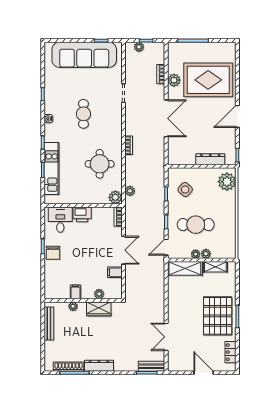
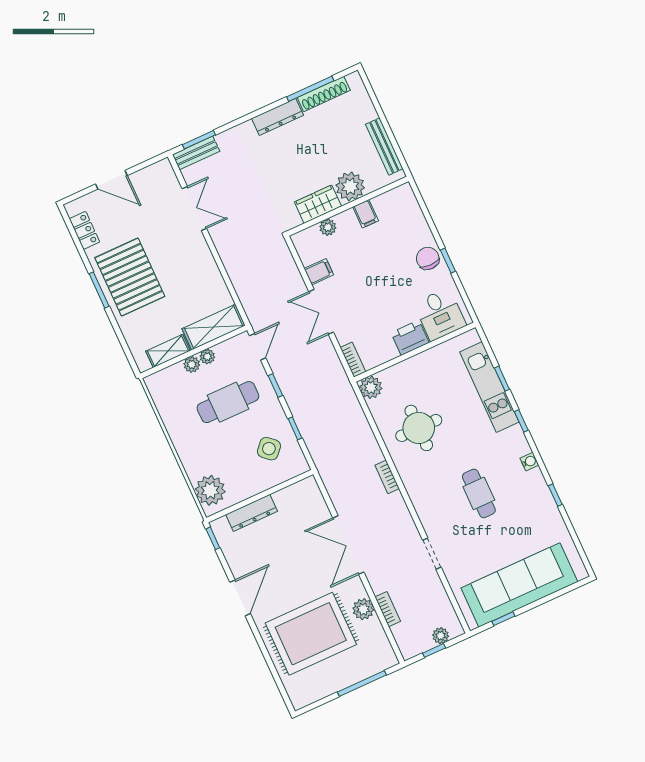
plant: (130, 191) -> (353, 408), removed
plant: (73, 306) -> (350, 186), width x1.88, depth x1.88

